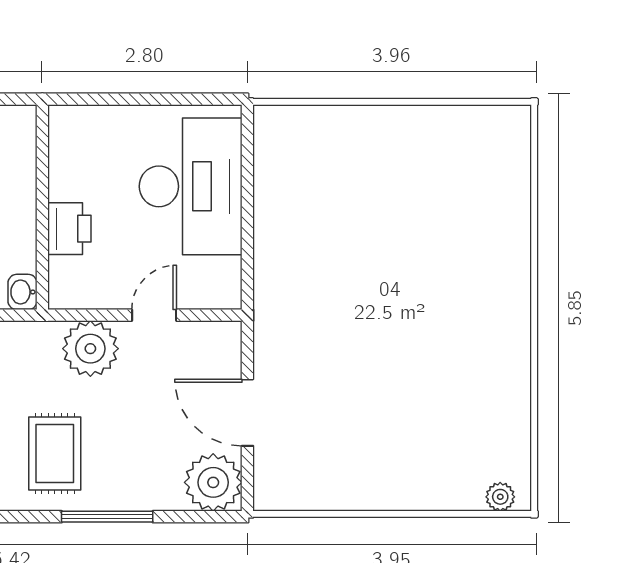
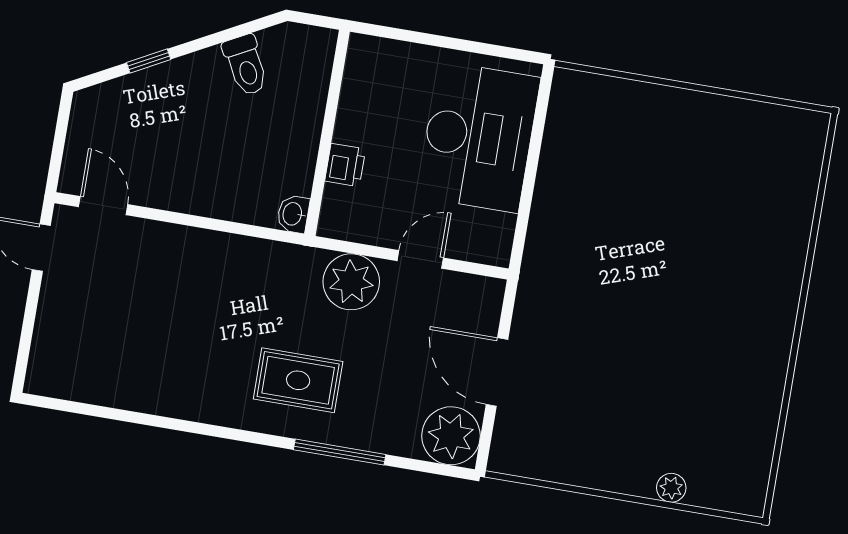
printer: (69, 229) -> (345, 165), width x0.73, depth x0.81
rug: (55, 453) -> (298, 380), turned 90
plant: (500, 497) -> (671, 488), moved

